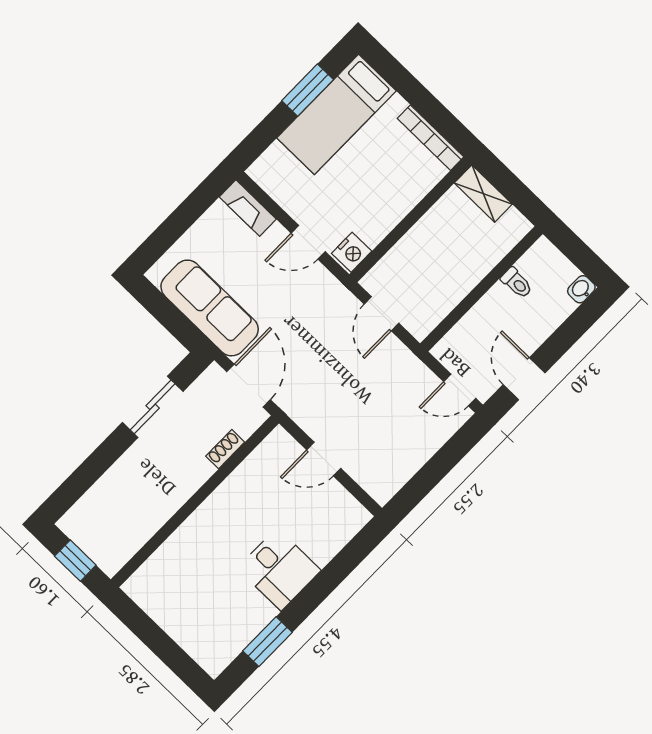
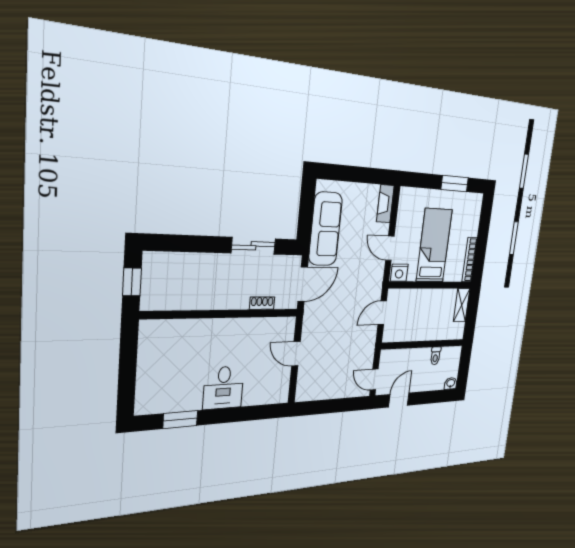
bed: (336, 114) -> (434, 245), moved, turned 90

